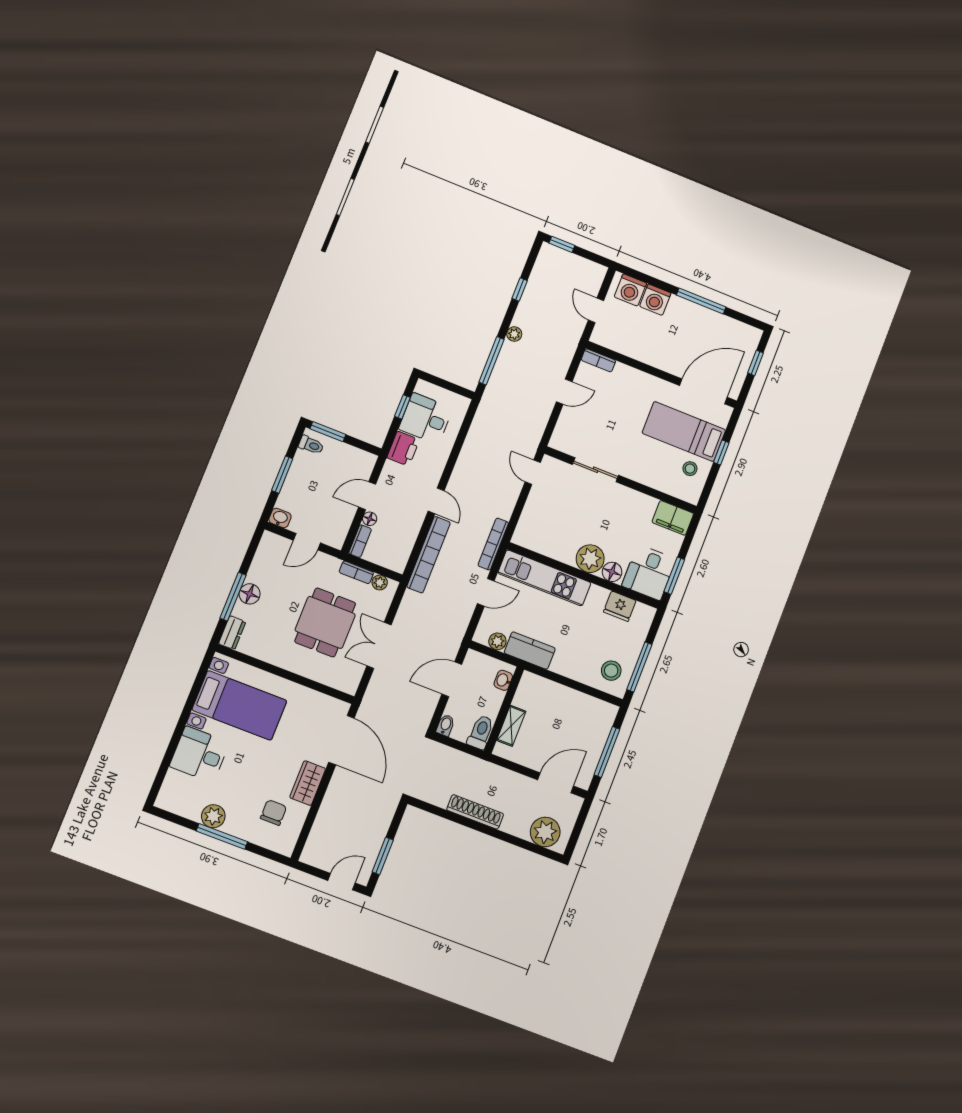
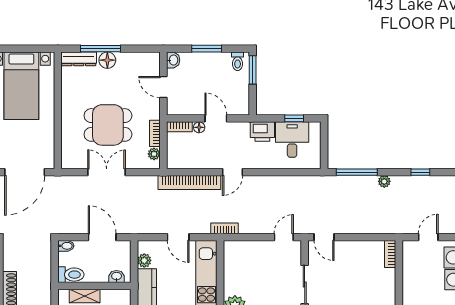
door: (564, 392) -> (324, 237), moved
bookcase: (493, 544) -> (225, 228), width x0.64
dresser: (232, 633) -> (79, 59), width x1.44

